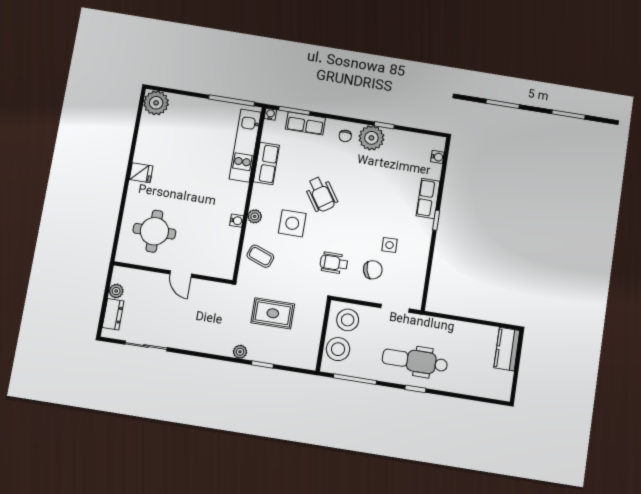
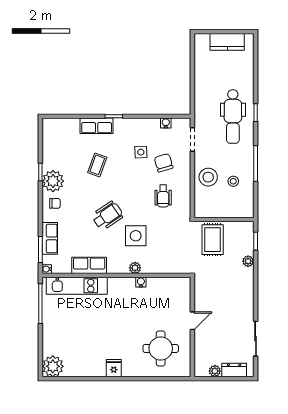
water cooler: (437, 157) -> (166, 123), moved
coffee table: (260, 256) -> (97, 165), moved
wall: (323, 335) -> (224, 219), moved
stool: (338, 349) -> (233, 181), width x0.53, depth x0.53
kitchen counter: (507, 349) -> (227, 42), moved

